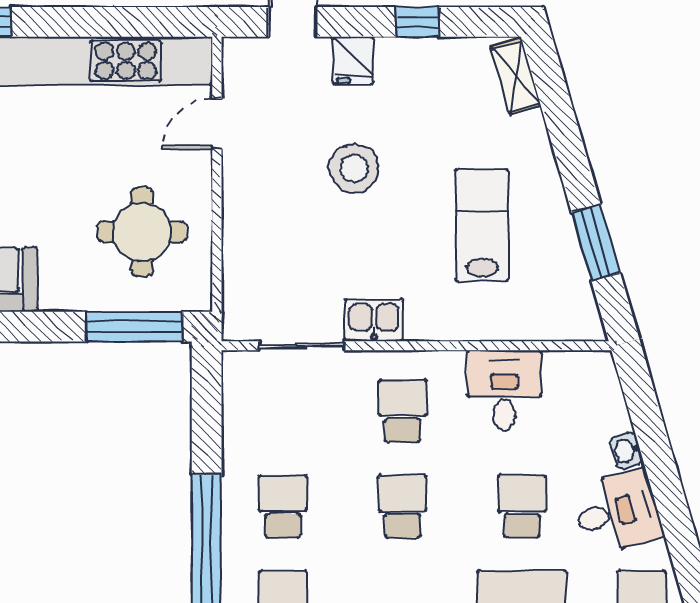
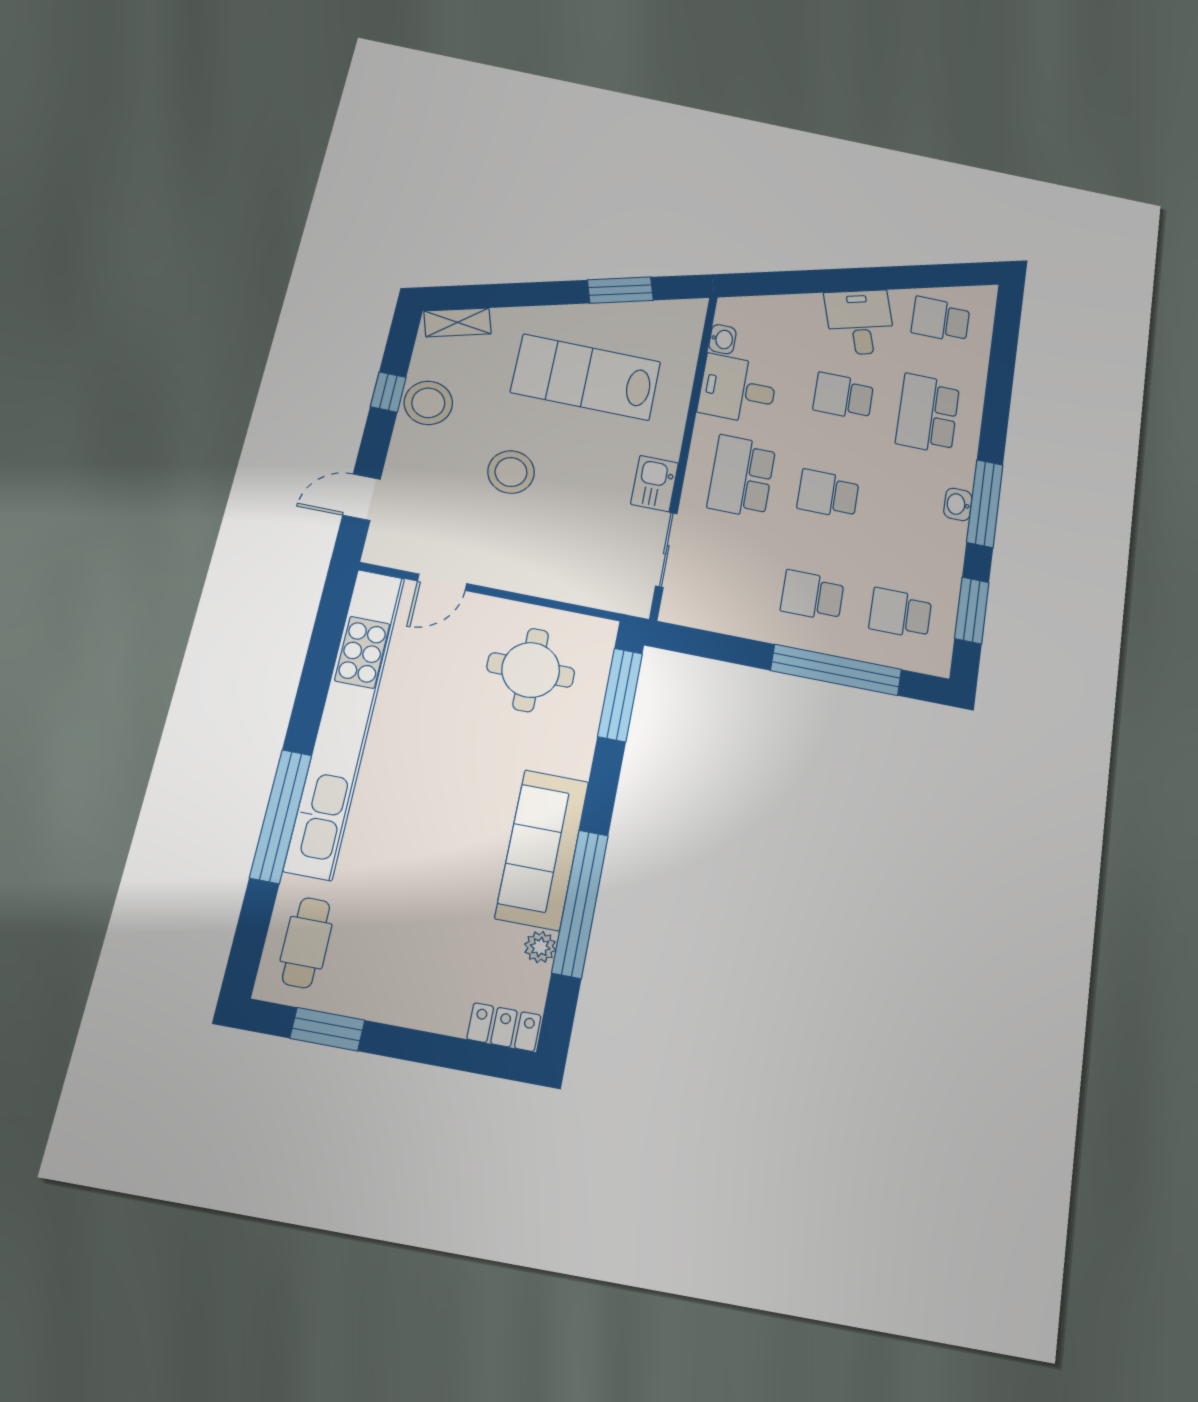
fridge: (353, 60) -> (410, 453), removed
stool: (414, 66) -> (428, 403), added
door: (217, 124) -> (442, 582), hinge flipped
lab bench: (482, 225) -> (586, 377), width x1.36, depth x1.39
school desk: (402, 411) -> (742, 476), width x1.85
washbasin: (626, 451) -> (722, 339), moved, turned -74

